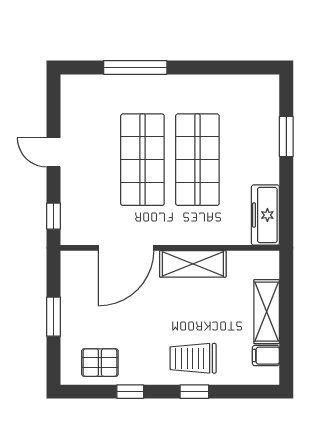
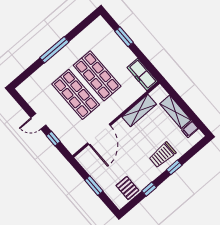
window: (135, 67) -> (54, 50), moved
window: (54, 216) -> (53, 139), moved
shelving: (193, 264) -> (139, 111), moved
pallet: (100, 363) -> (127, 188), turned 90

